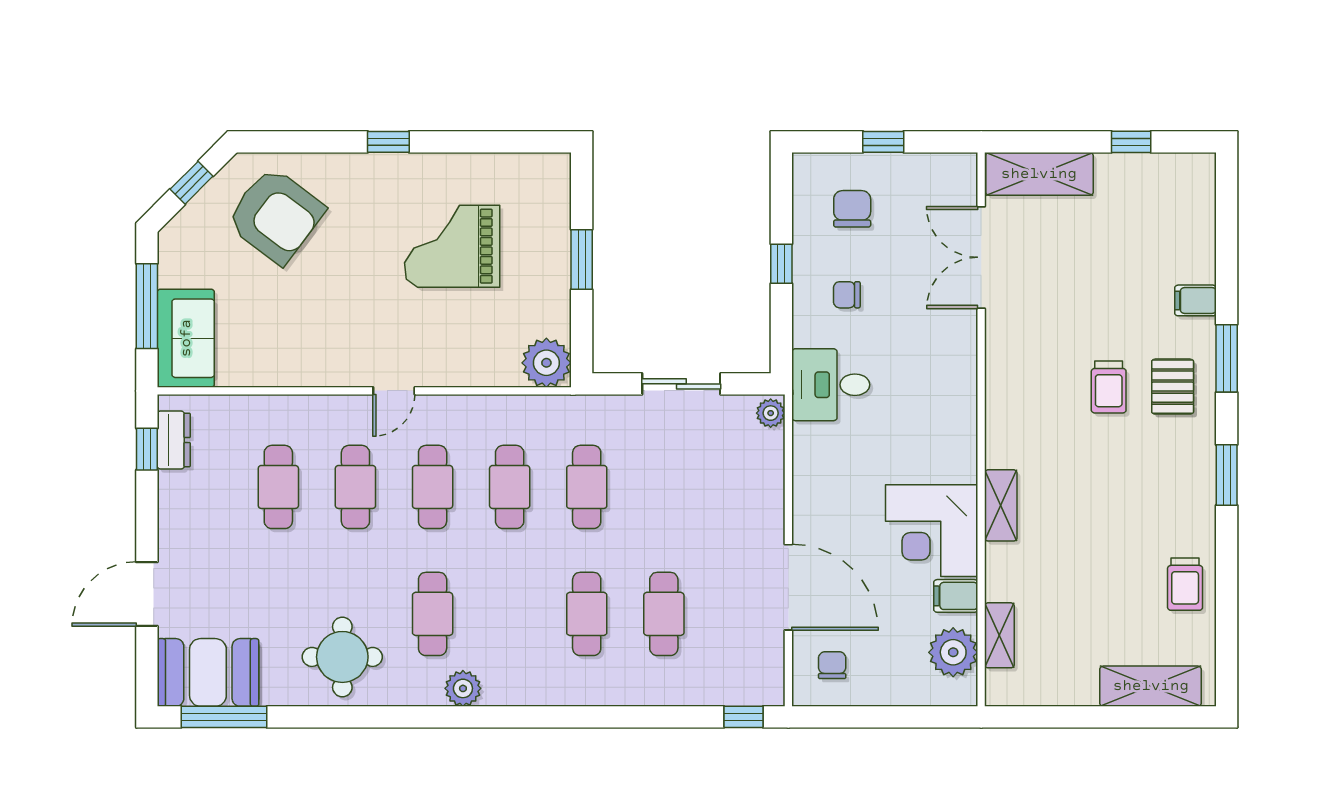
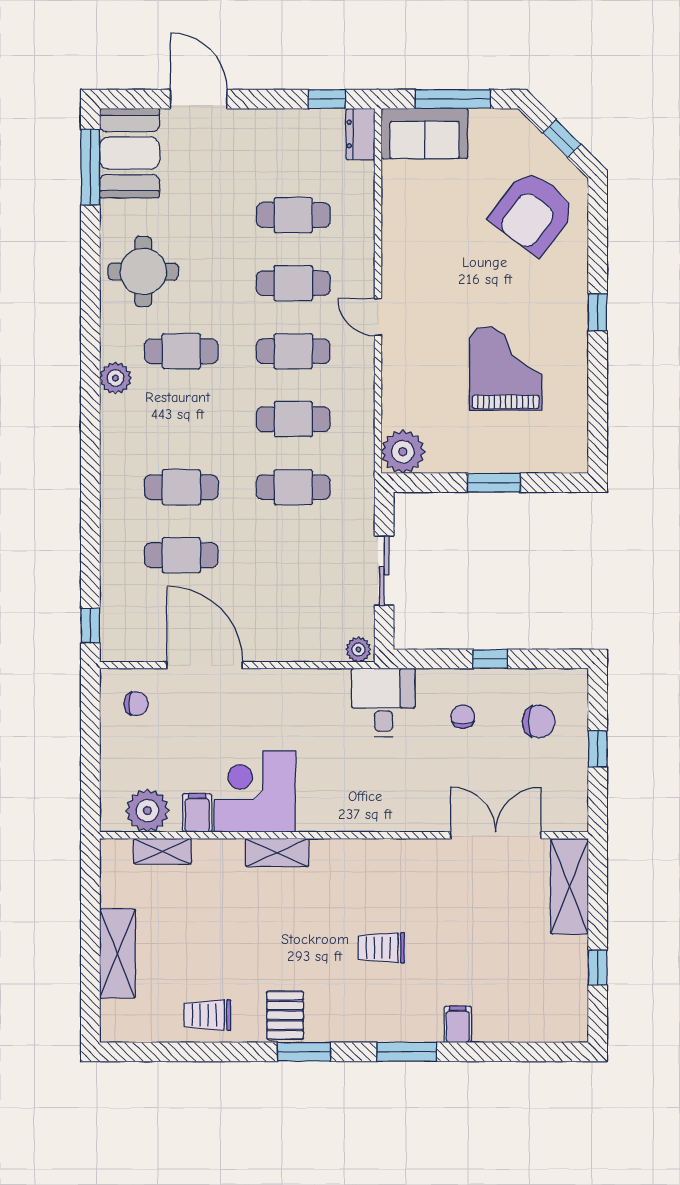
pallet: (1173, 387) -> (285, 1015), moved, turned 90
dresser: (174, 440) -> (360, 134), moved, turned 90
door: (788, 587) -> (205, 665), swing flipped
shelving: (1151, 686) -> (117, 954), moved

